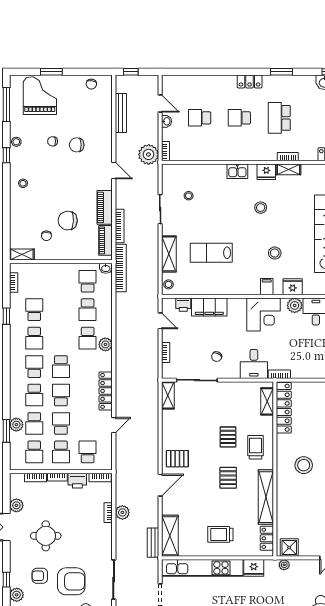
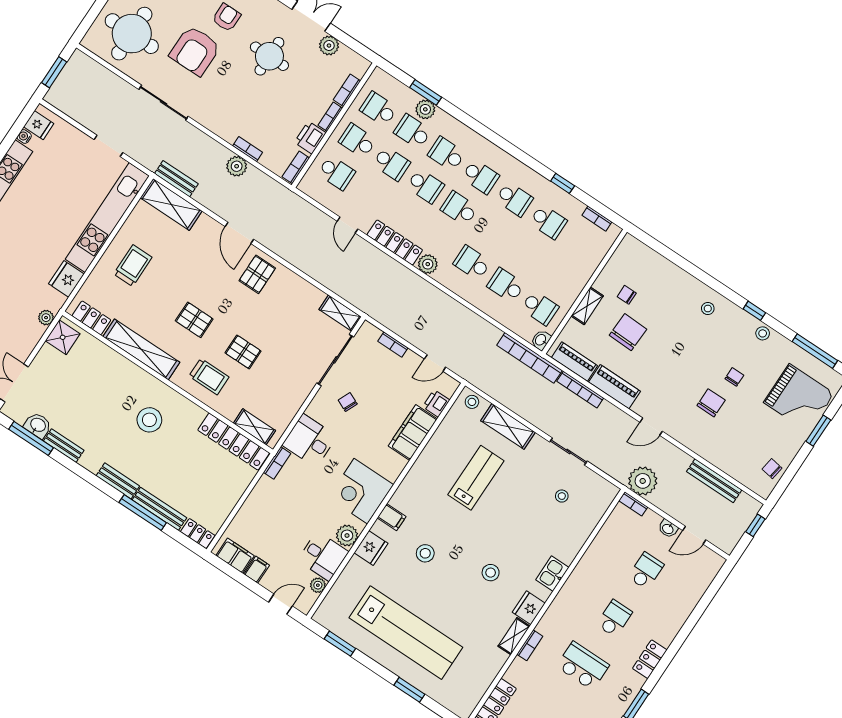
shelving: (22, 254) -> (587, 306), moved
school desk: (34, 338) -> (514, 199), turned 180
plant: (105, 344) -> (428, 264), moved

